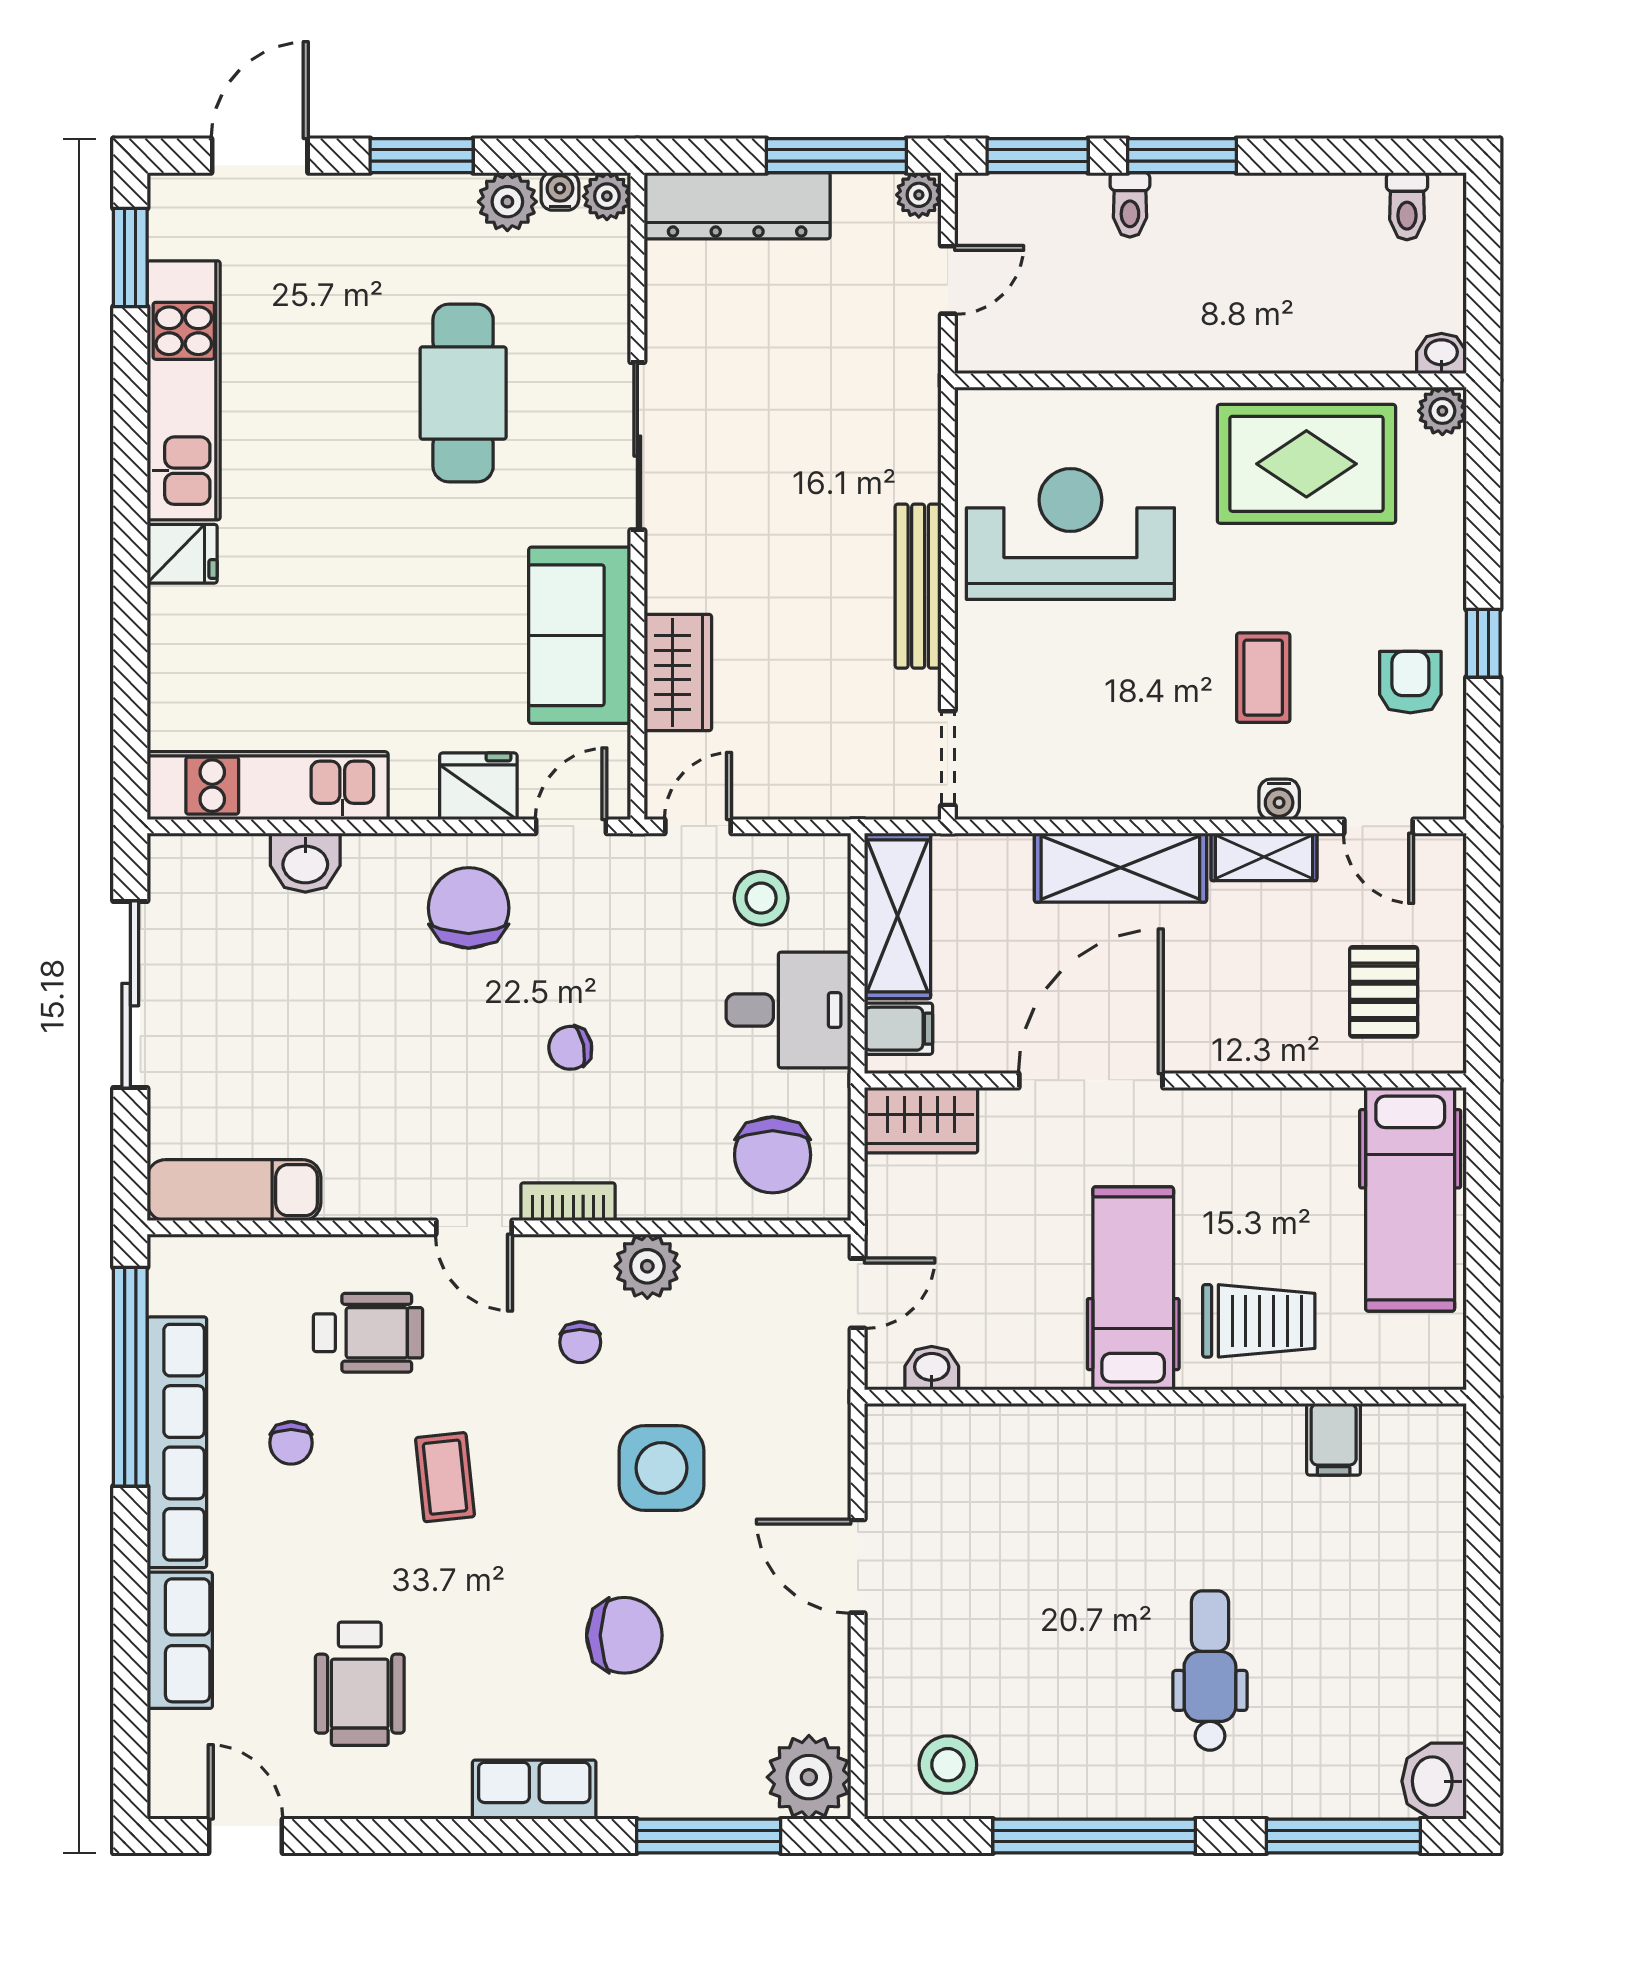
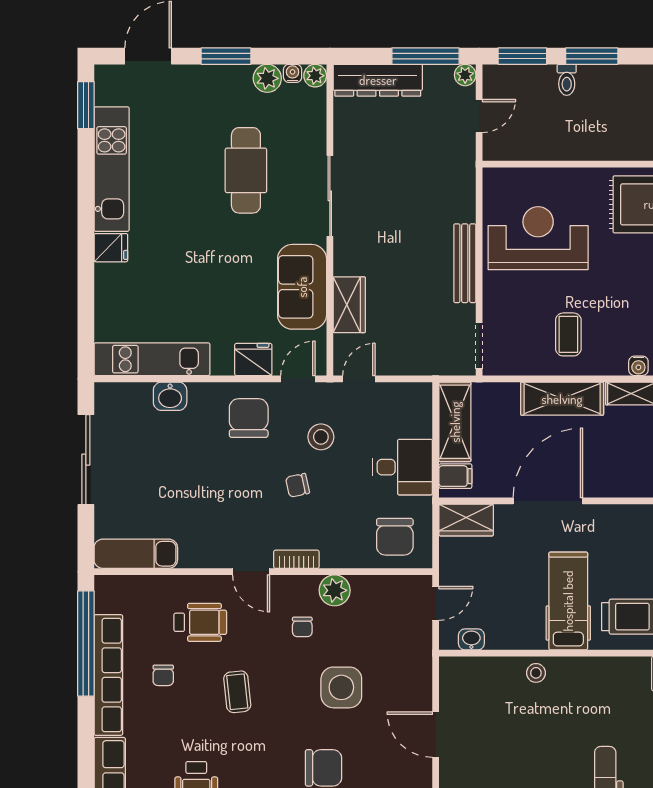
coffee table: (1263, 678) -> (568, 334), moved
stool: (761, 898) -> (321, 437), moved
stool: (1066, 1438) -> (536, 673), added

